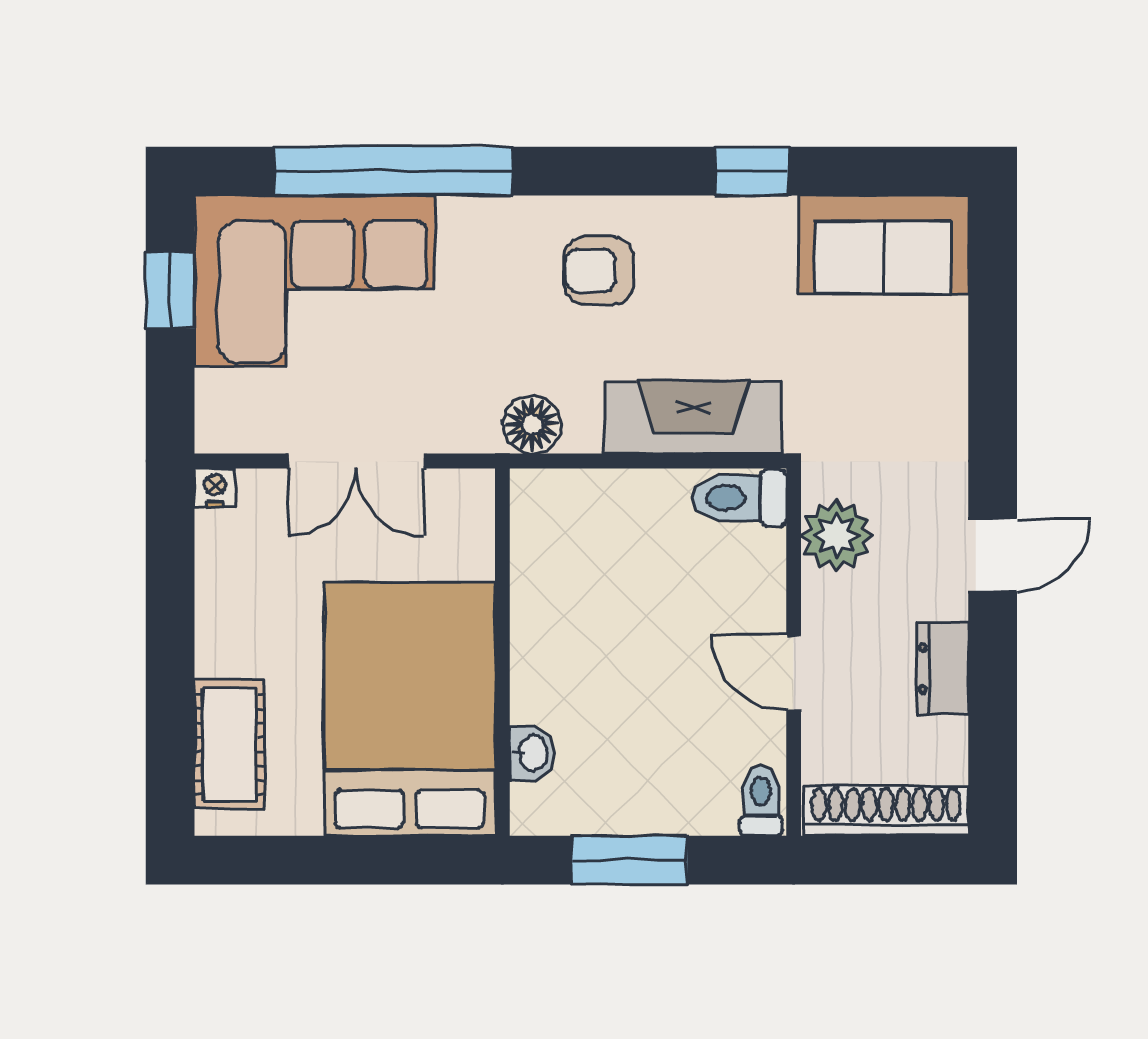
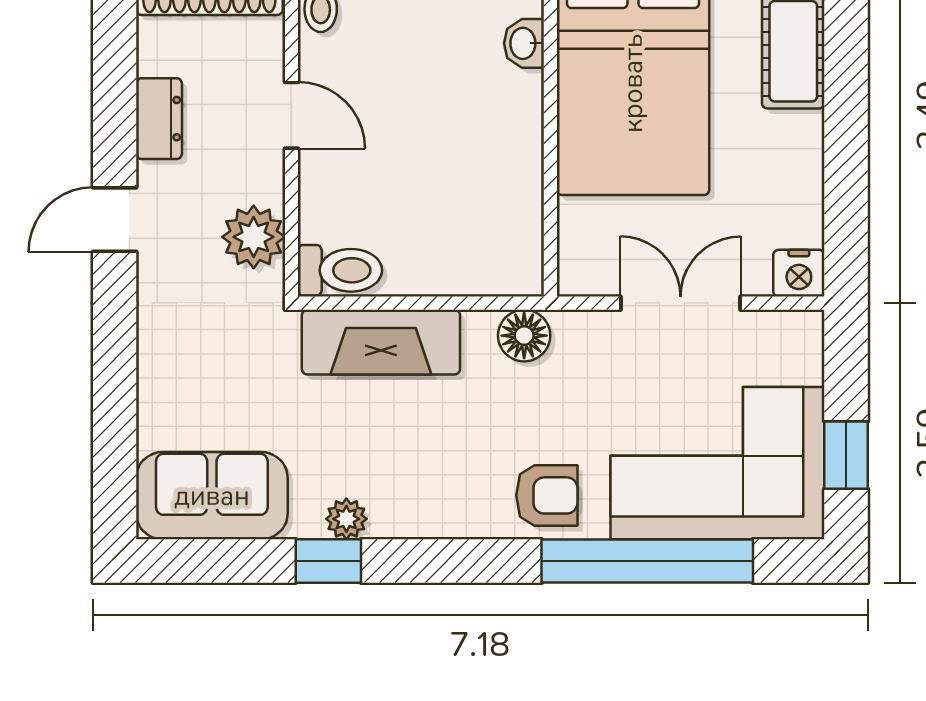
plant: (732, 218) -> (346, 519), added
armchair: (599, 271) -> (547, 495), moved
nightstand: (215, 488) -> (799, 273), width x1.39, depth x1.35

